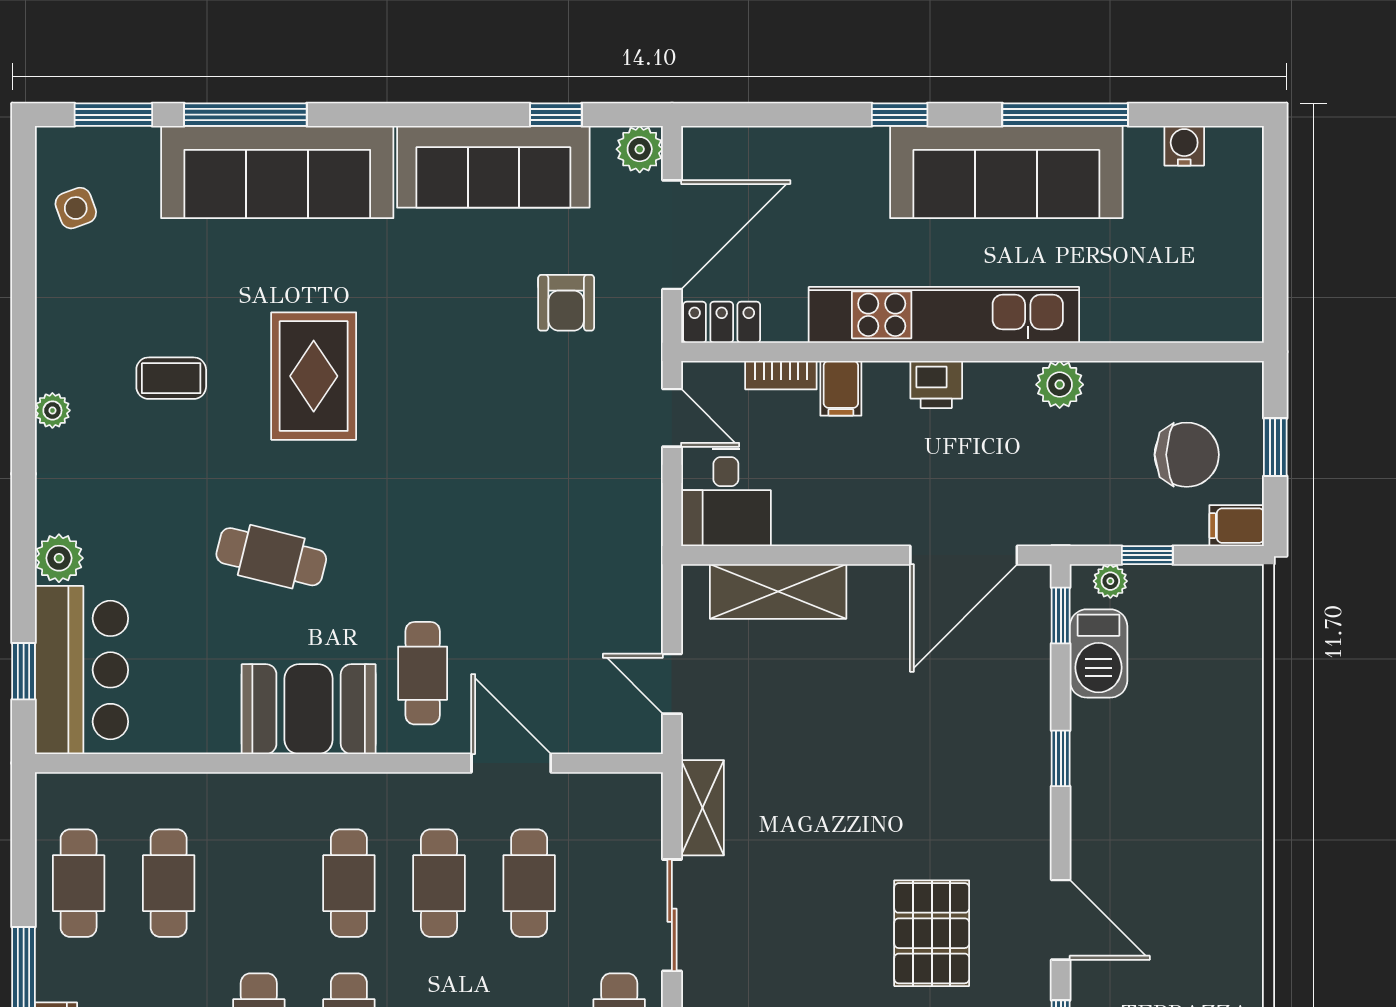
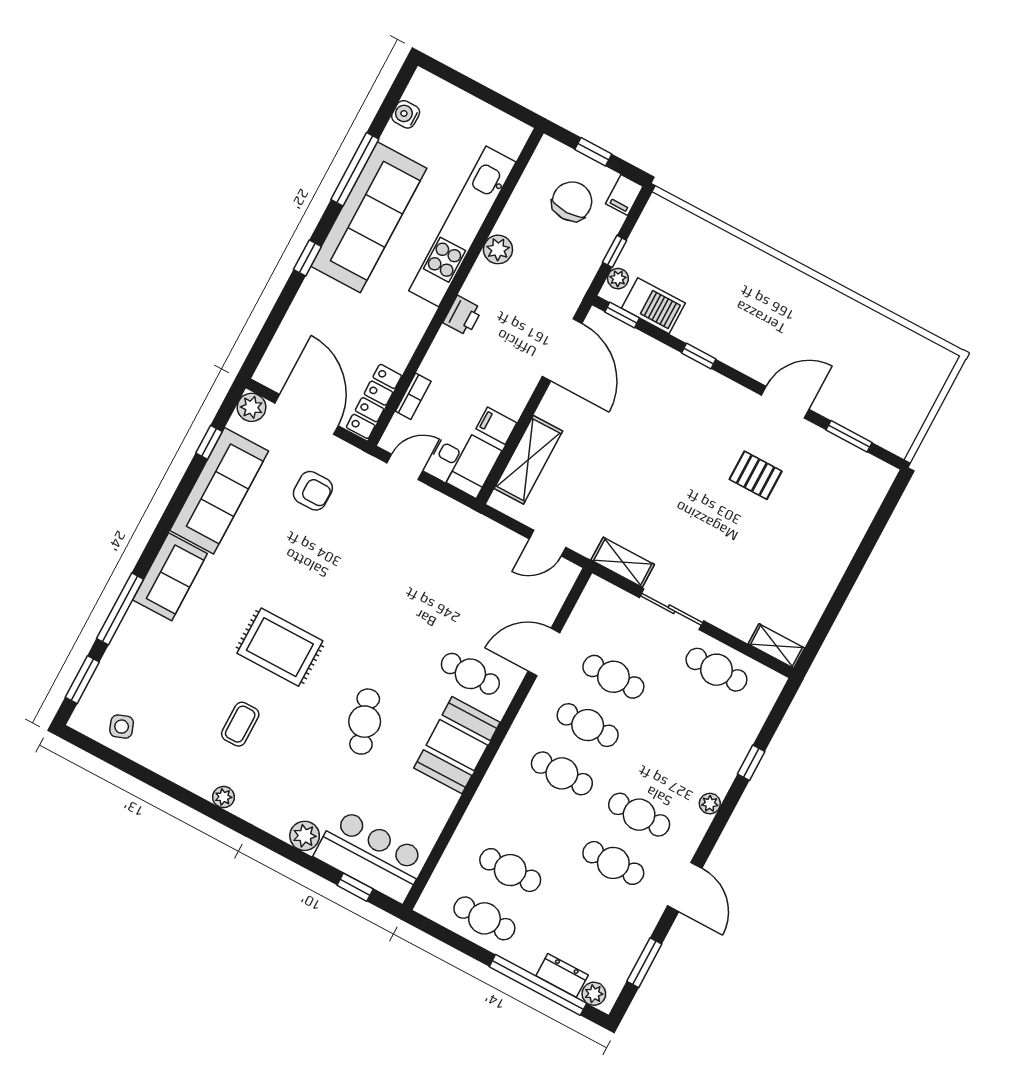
sofa: (277, 172) -> (170, 577), width x0.54, depth x0.79
kitchen unit: (944, 315) -> (462, 226), moved
locker: (722, 322) -> (374, 401), width x1.53
filing cabinet: (841, 388) -> (496, 426), moved, turned 180
cafe table: (271, 557) -> (365, 722), turned -33
pallet: (932, 933) -> (756, 475), width x0.67, depth x0.71

